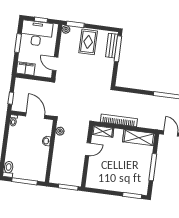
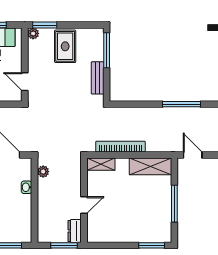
bench: (112, 46) -> (98, 78), moved
door: (88, 149) -> (84, 205), moved
dresser: (77, 178) -> (75, 231), added

